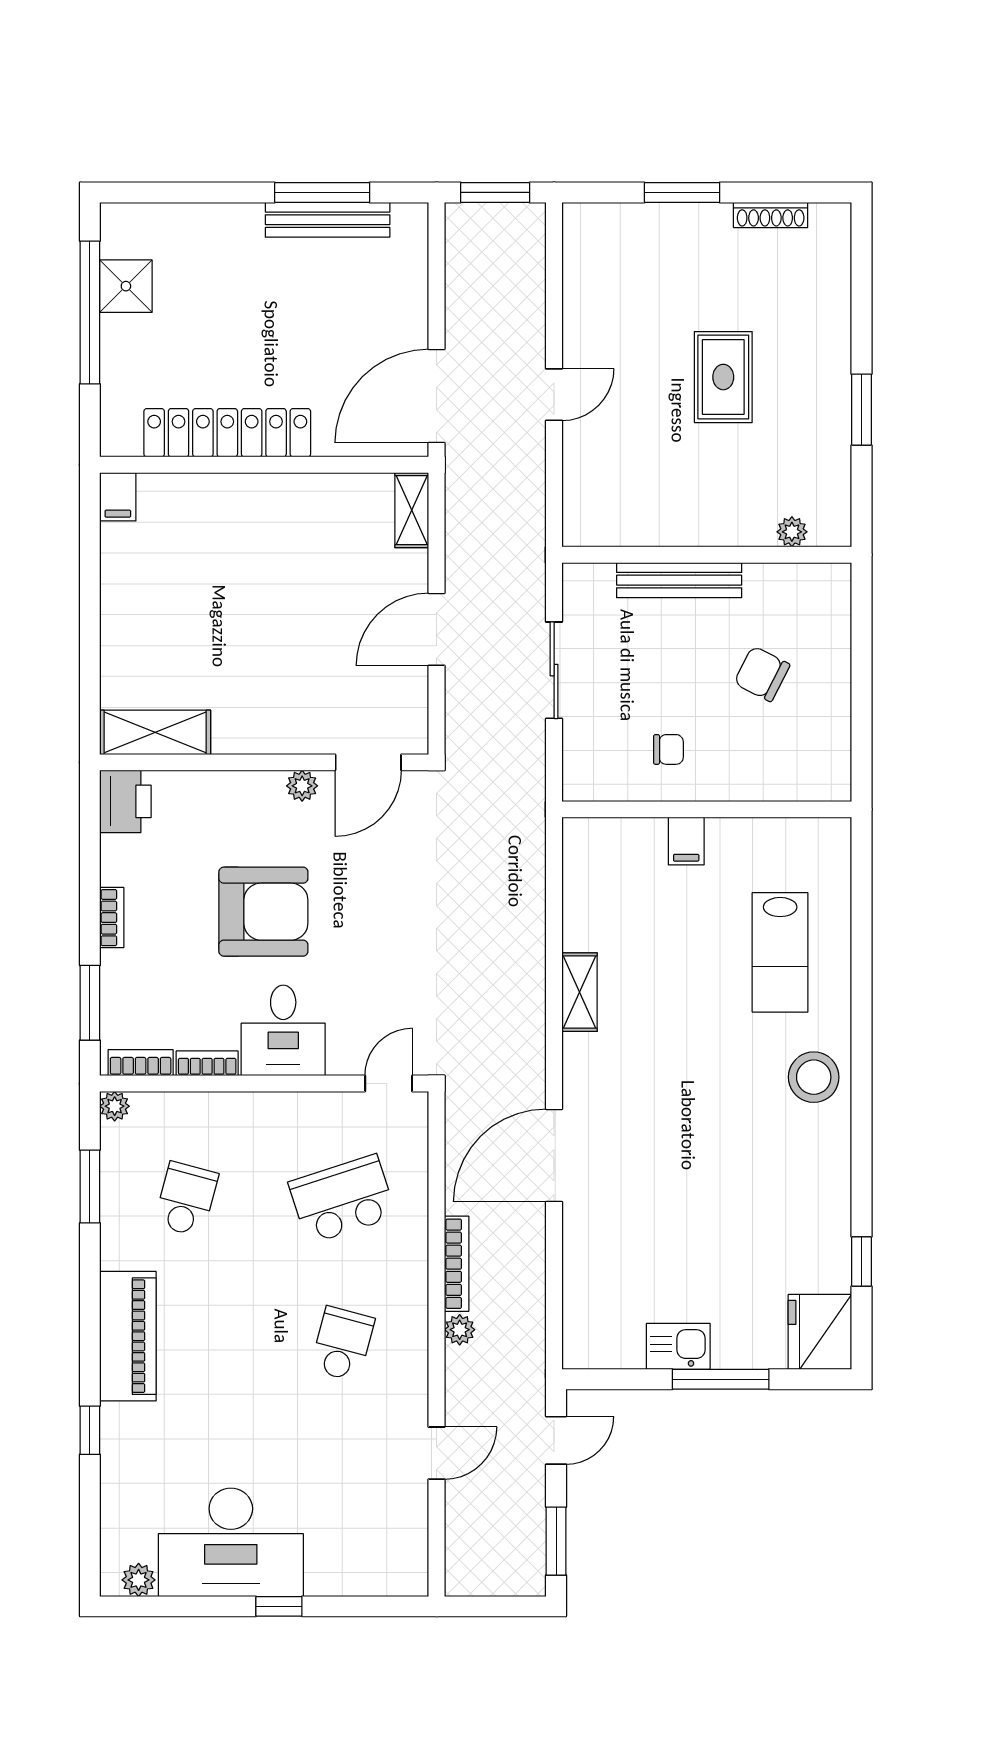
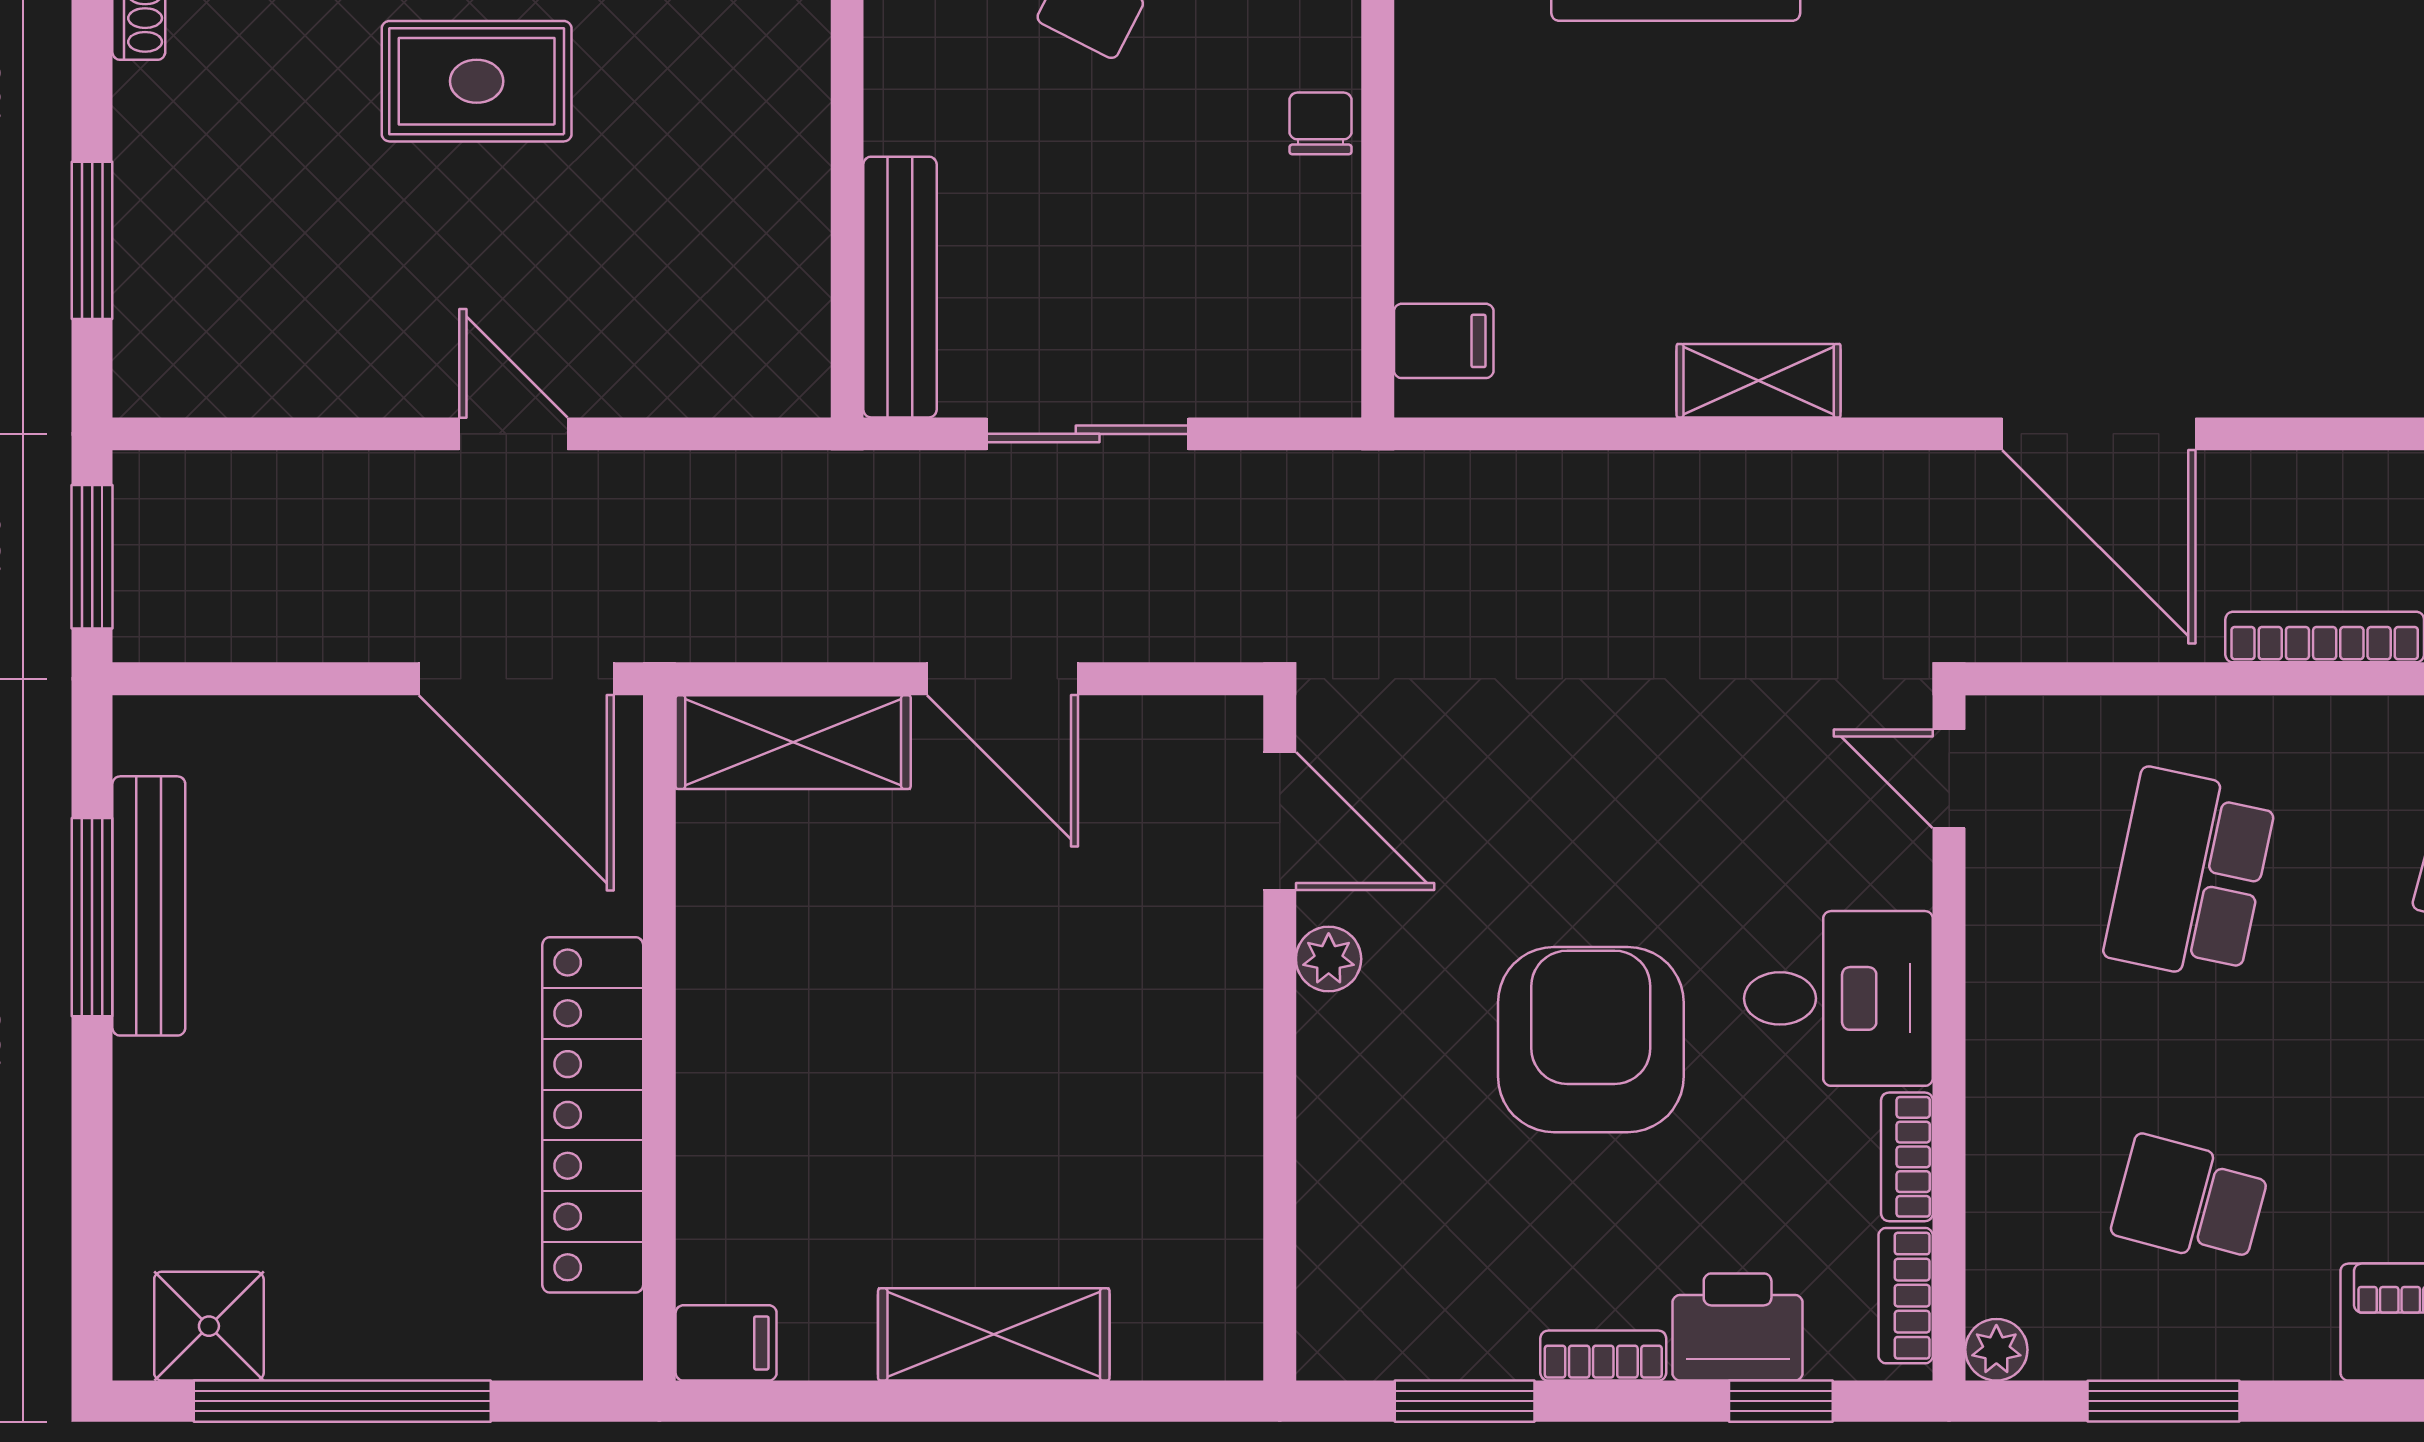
window: (682, 192) -> (92, 240), moved
shower: (126, 286) -> (209, 1326), moved
shelving: (412, 510) -> (793, 742), width x1.50, depth x1.33
bench: (679, 580) -> (900, 287), moved
shelving: (155, 732) -> (994, 1334), moved, turned 90
chair: (668, 749) -> (1320, 123), moved
printer: (125, 801) -> (1738, 1327), moved
filing cabinet: (686, 841) -> (1444, 341), moved
window: (90, 851) -> (1465, 1401), added
window: (90, 1003) -> (1781, 1401), width x0.67
school desk: (342, 1199) -> (2190, 875), turned 30

